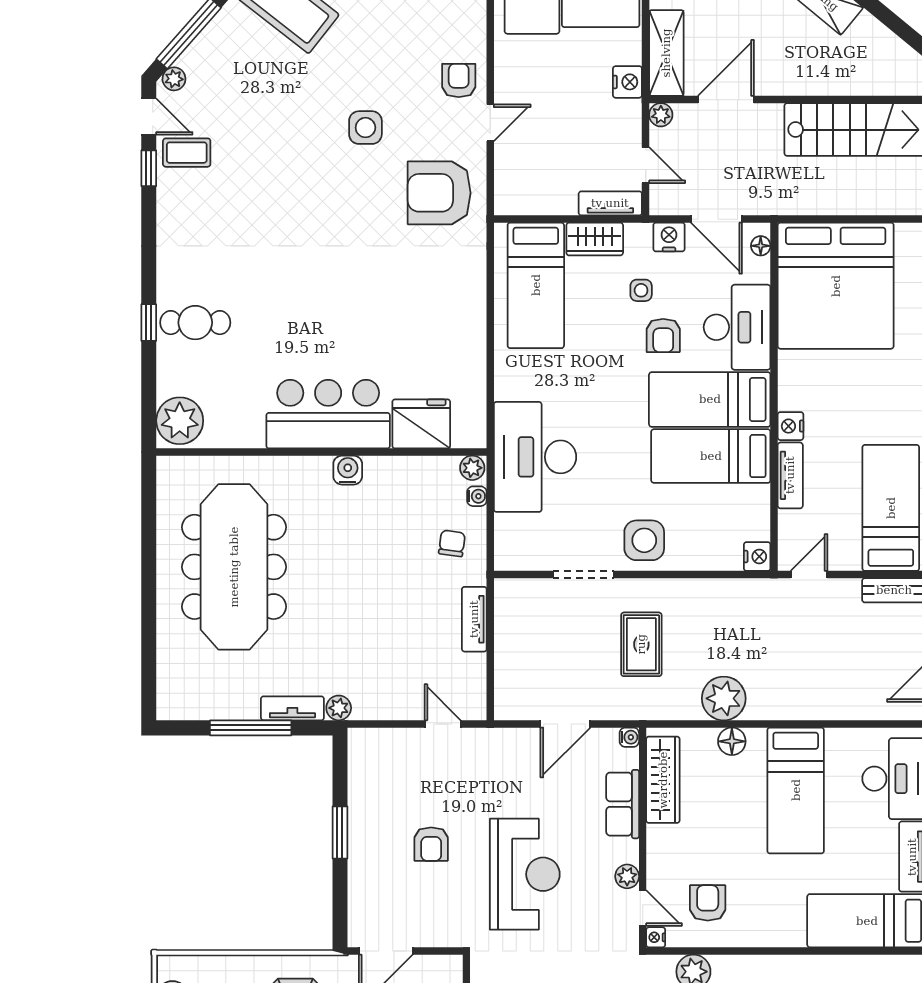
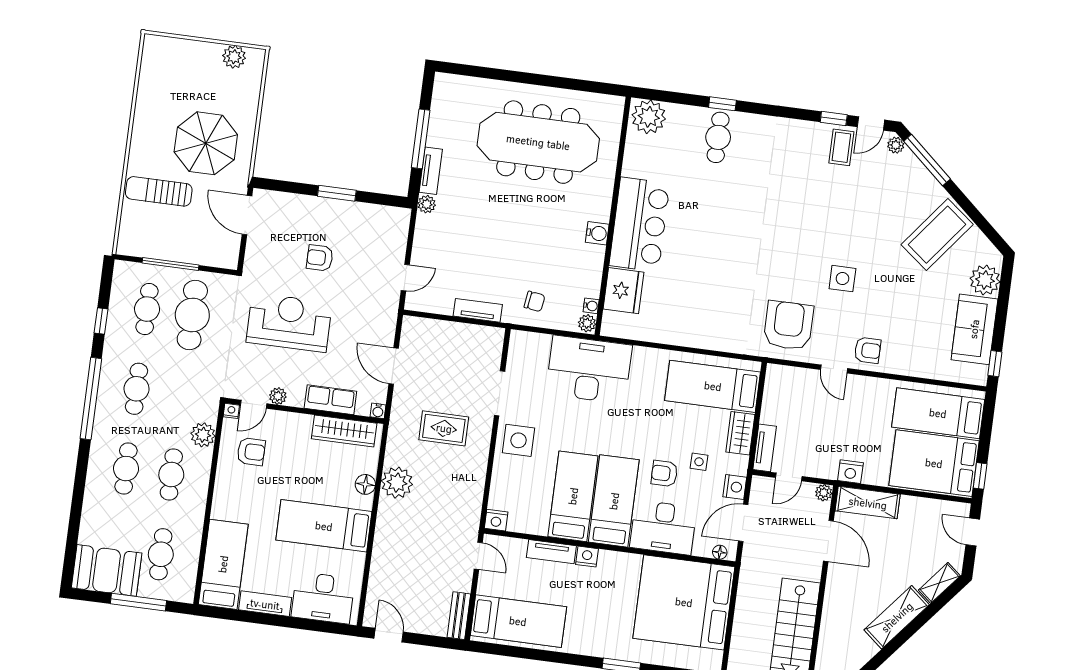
water cooler: (477, 496) -> (591, 306), moved, turned -90
reception desk: (525, 874) -> (289, 323), turned 180

